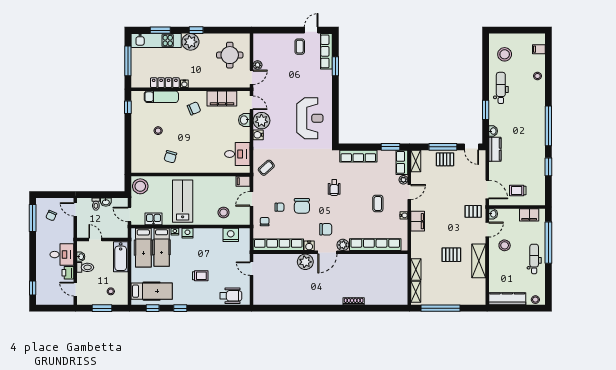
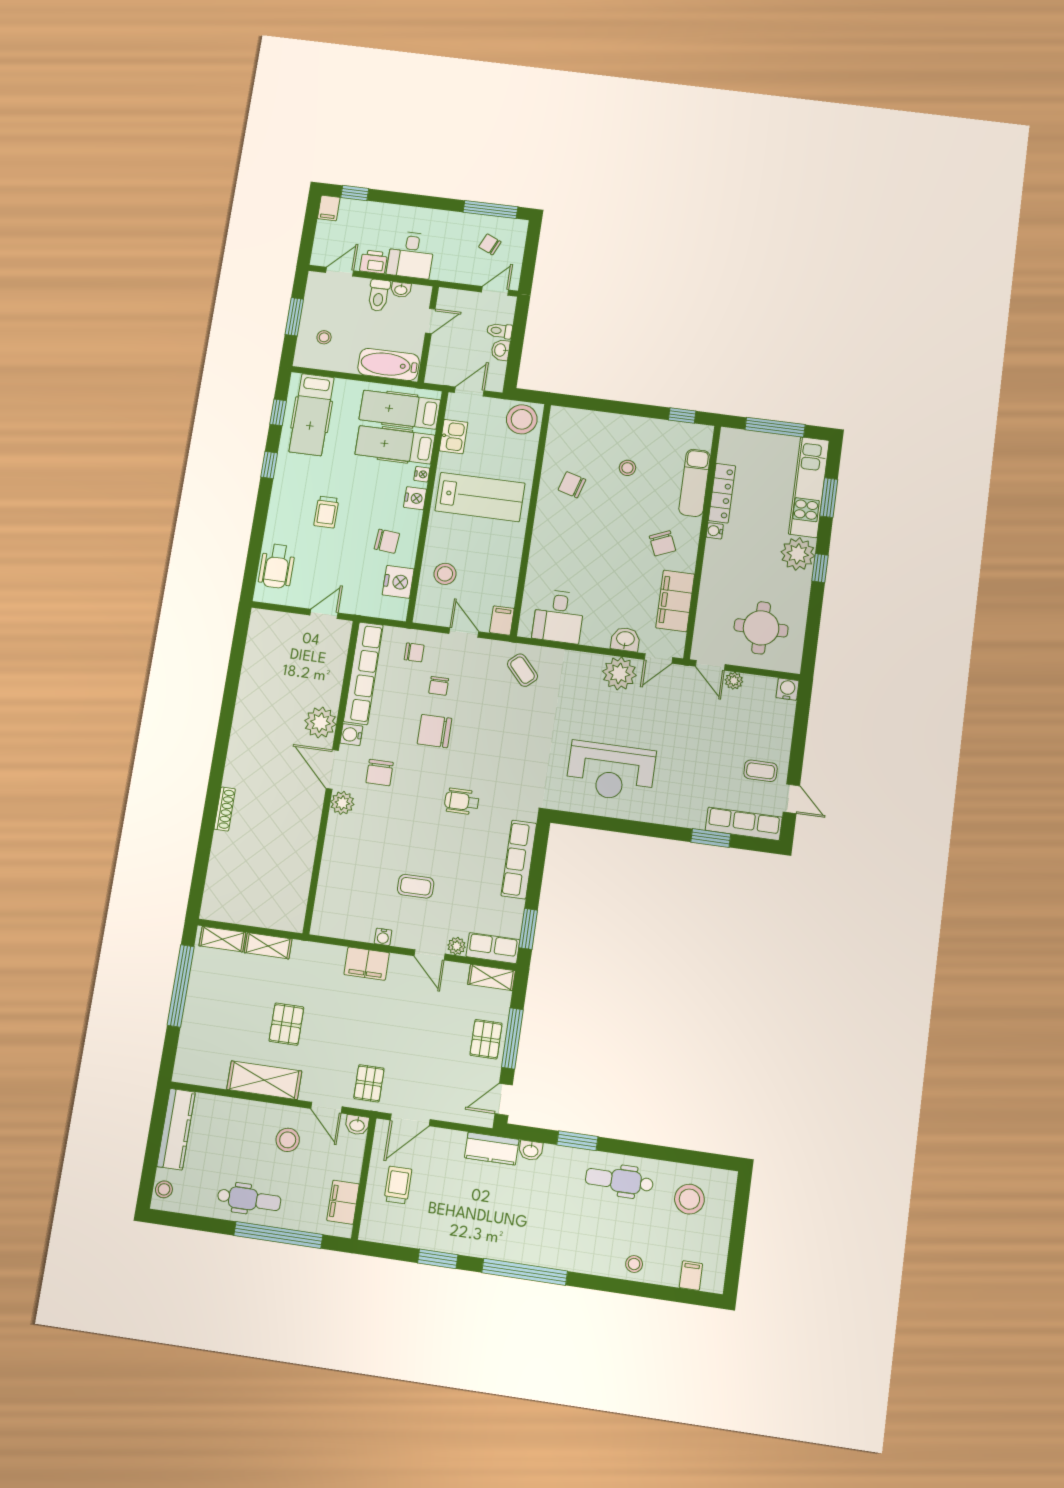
dental chair: (501, 88) -> (619, 1181), turned 180
water cooler: (258, 135) -> (787, 689), moved
chair: (211, 244) -> (387, 541), added
row of seats: (375, 245) -> (332, 869), removed
filing cabinet: (42, 300) -> (329, 208), added

